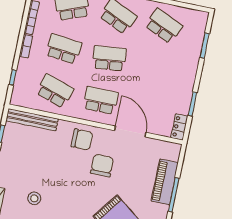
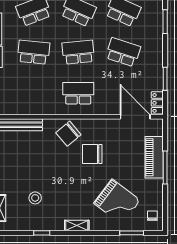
school desk: (55, 91) -> (123, 52), moved
door: (130, 132) -> (135, 117), moved
chair: (82, 140) -> (68, 134), turned 139
chair: (102, 166) -> (92, 154), turned -90

